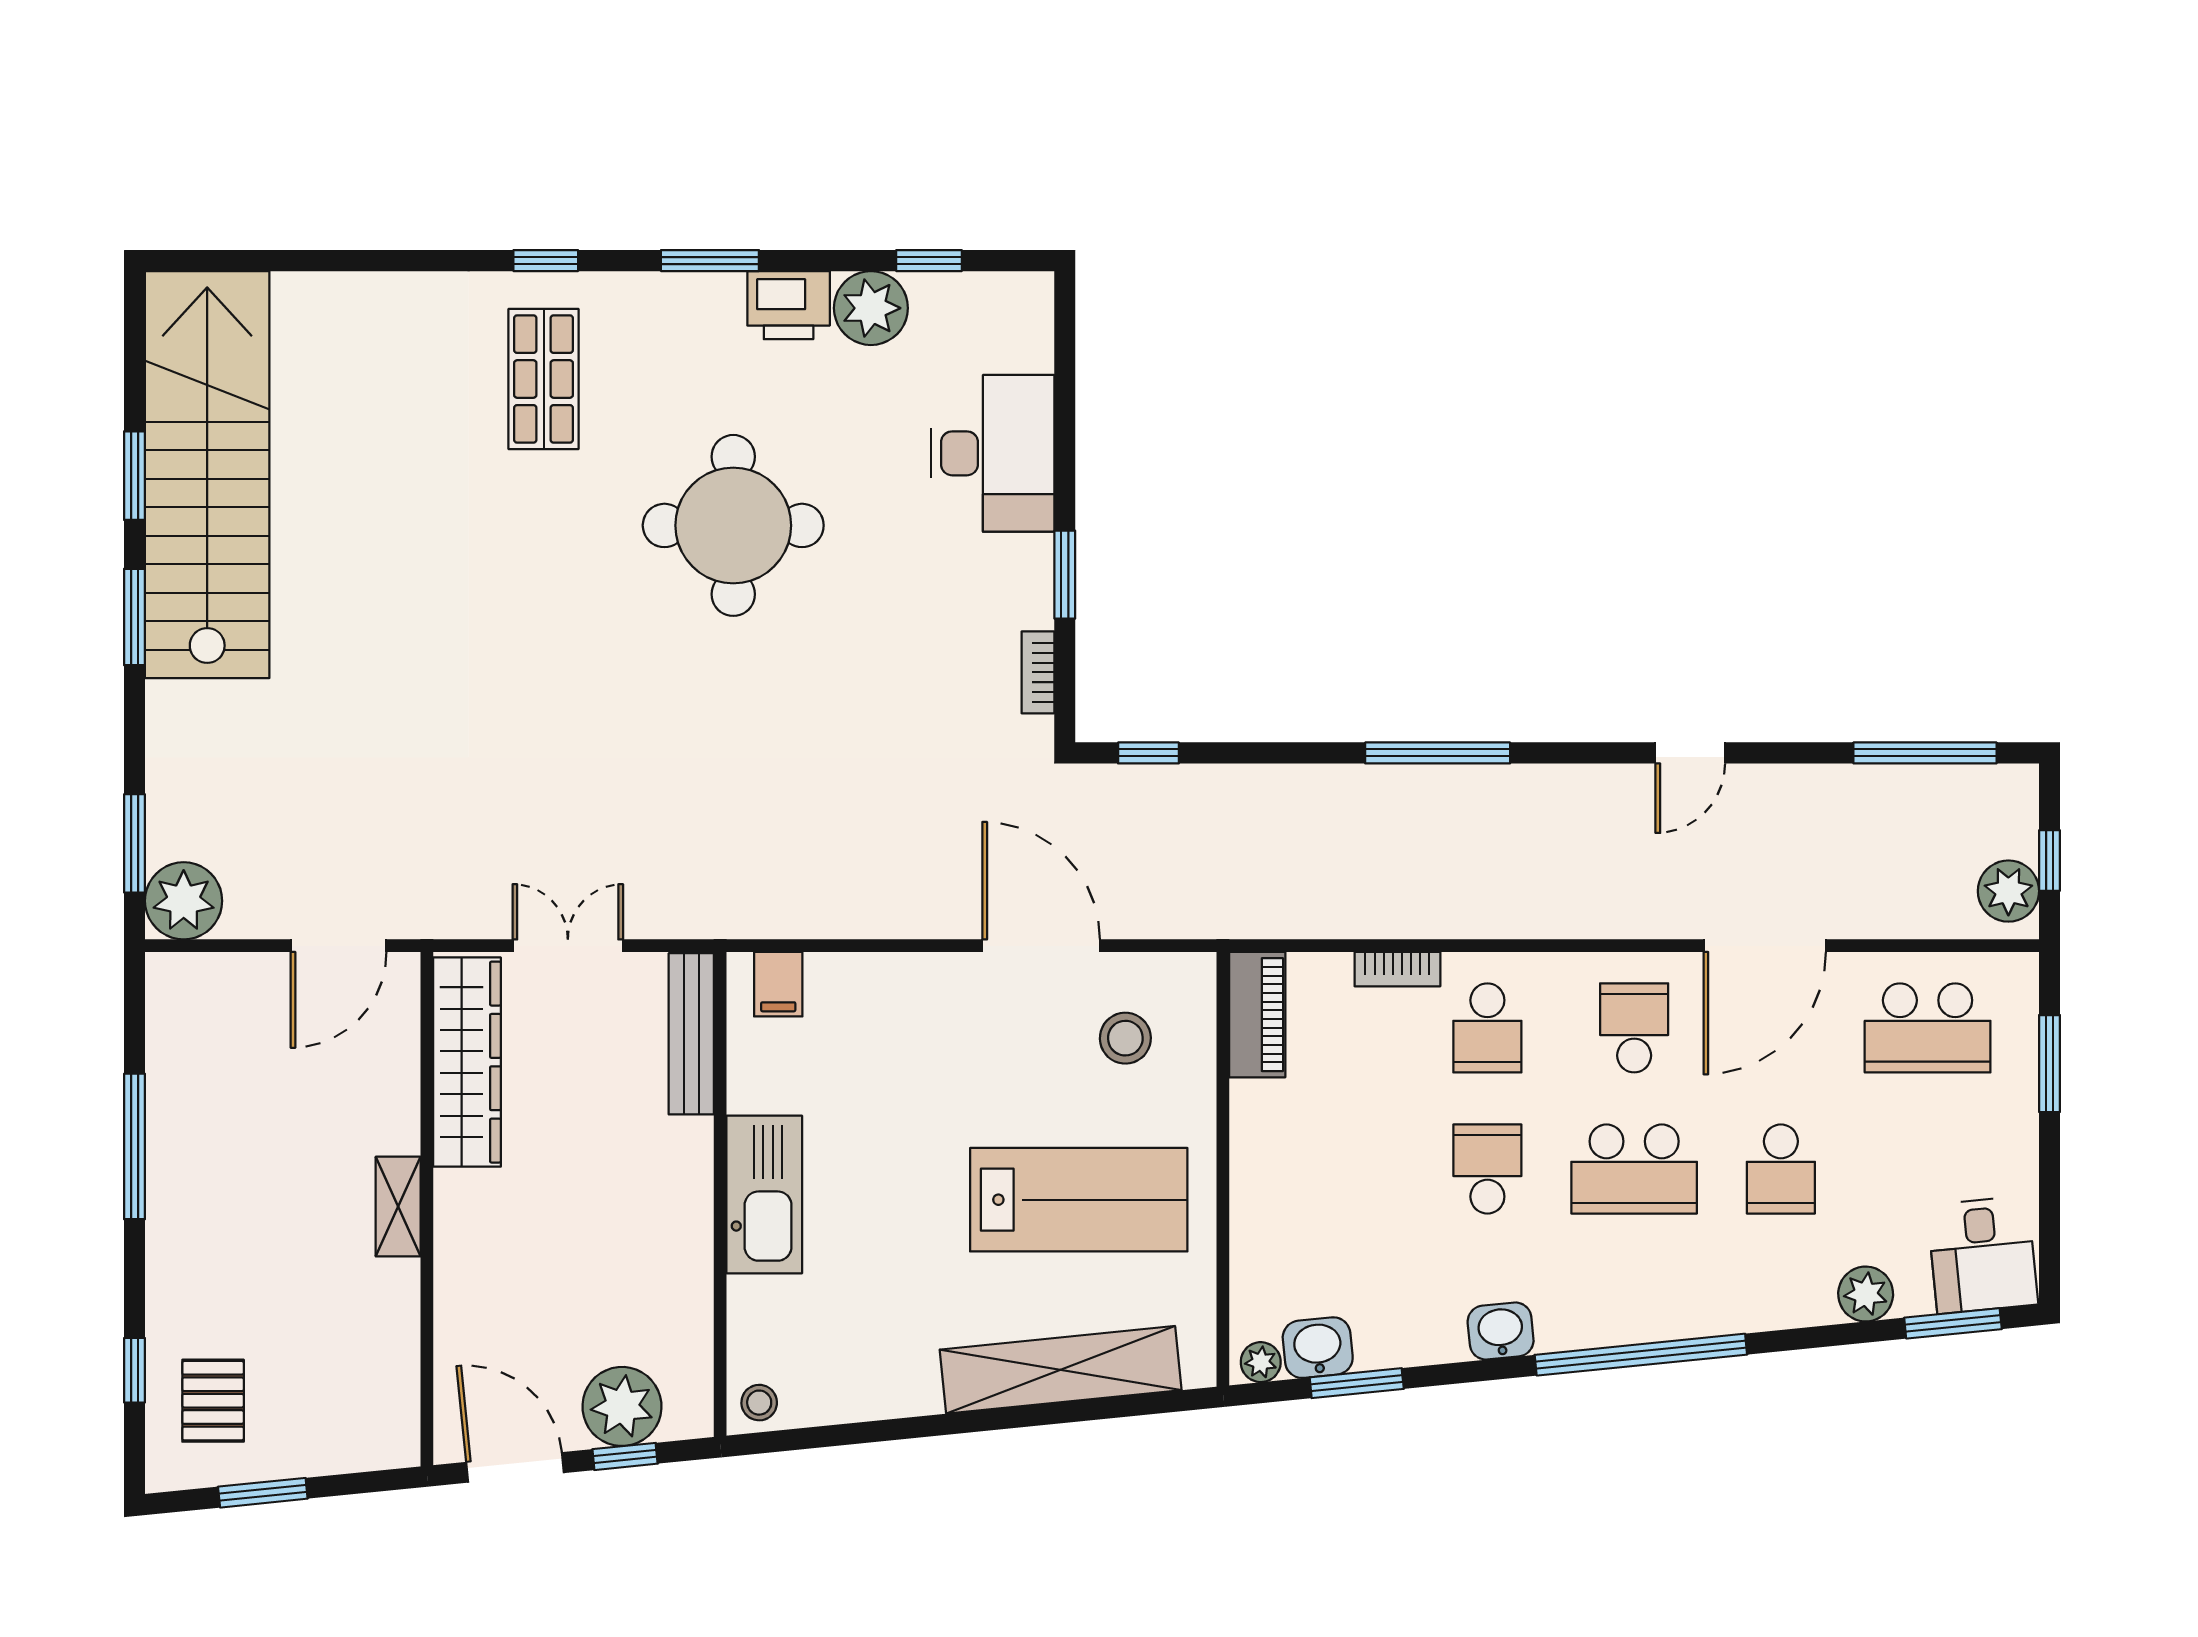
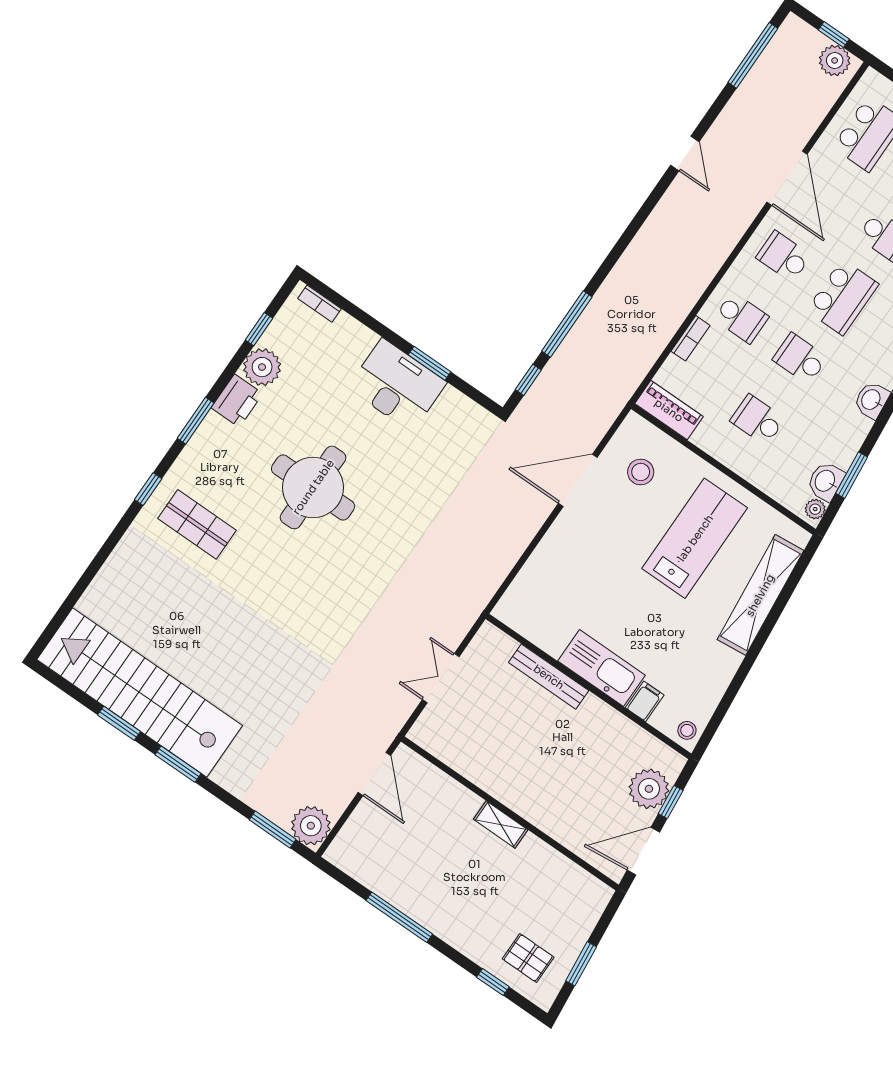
desk: (993, 453) -> (397, 385), moved
bookcase: (1038, 672) -> (319, 304), moved
window: (1438, 753) -> (567, 324), moved
filing cabinet: (778, 984) -> (645, 701), moved, turned -90
bench: (691, 1034) -> (549, 677), moved
wardrobe: (467, 1062) -> (460, 754), removed
school desk: (1341, 1169) -> (758, 420), added

